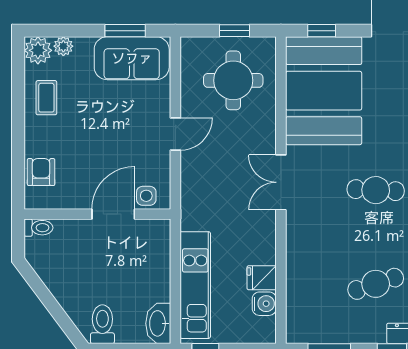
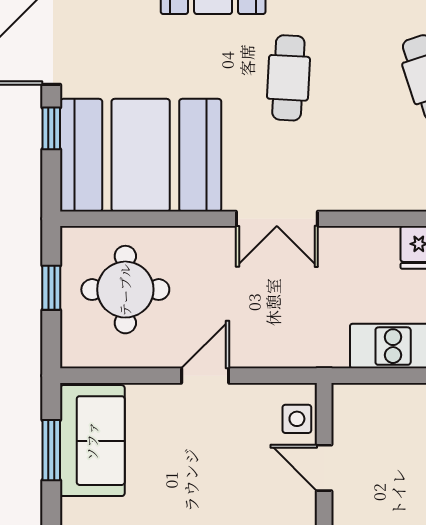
window: (322, 31) -> (51, 128), moved
door: (175, 134) -> (205, 376), hinge flipped
door: (113, 214) -> (324, 468), width x0.73

